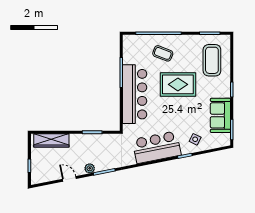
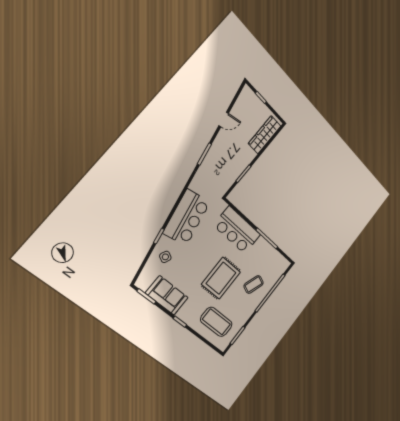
bar counter: (135, 94) -> (237, 230), width x0.73
plant: (90, 168) -> (218, 145), removed

